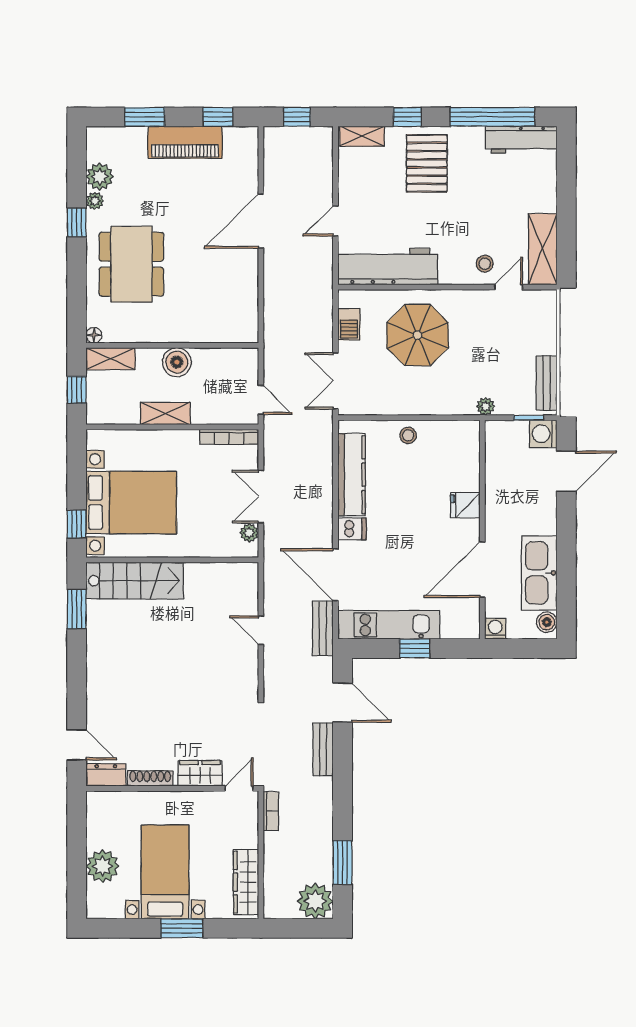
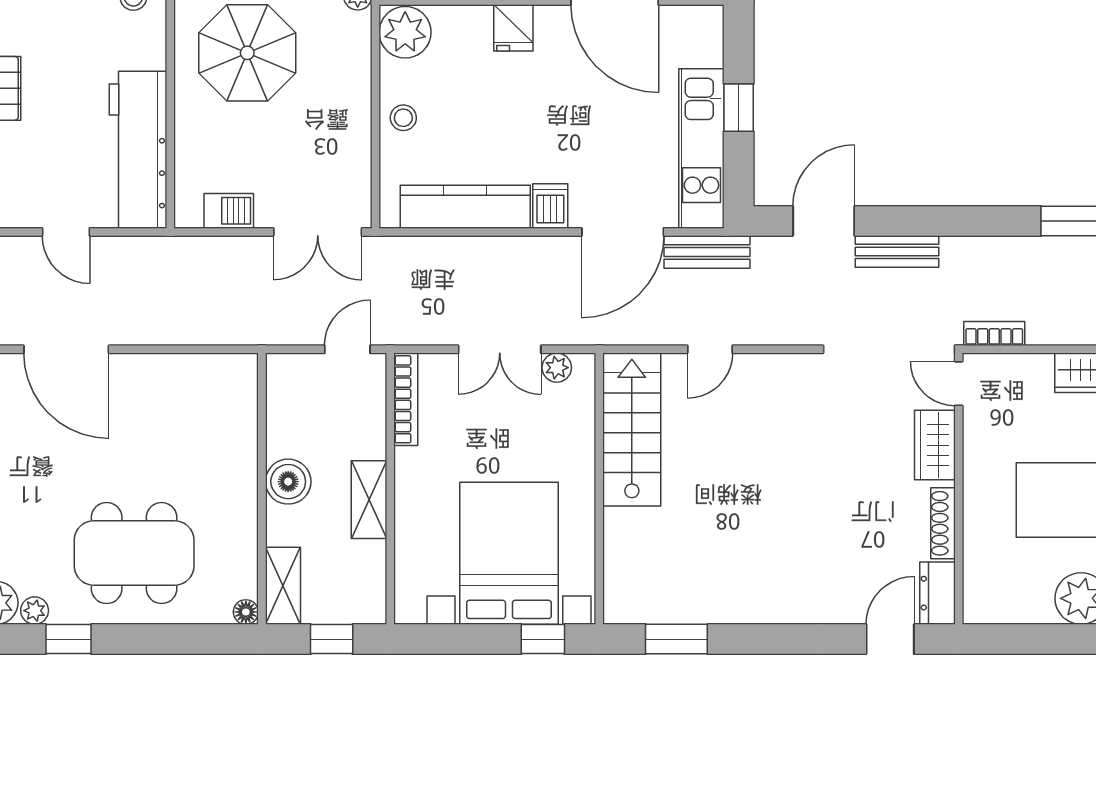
parasol: (418, 335) -> (247, 53), moved
plant: (462, 436) -> (405, 32), added
stairs: (135, 581) -> (632, 430), moved

